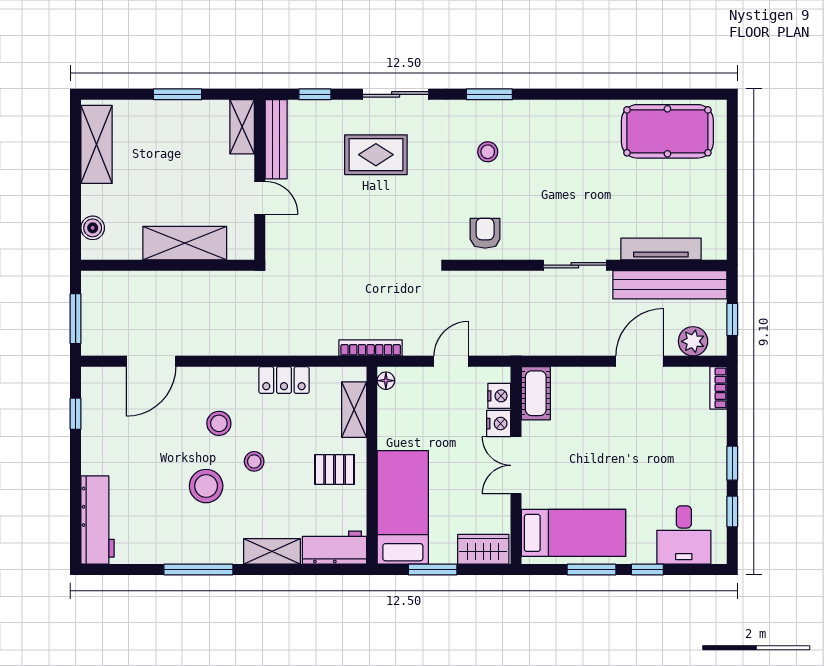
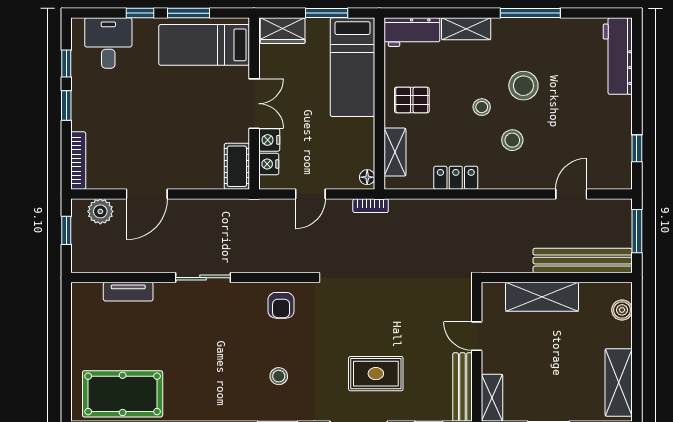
tv unit: (661, 249) -> (128, 292), width x0.71
bench: (670, 285) -> (583, 261), moved
bookcase: (371, 348) -> (371, 206), width x0.64
door: (151, 361) -> (571, 194), width x0.73
bookcase: (718, 388) -> (78, 161), width x1.56

